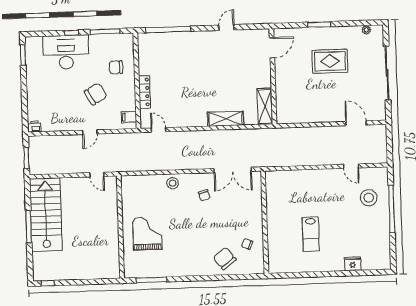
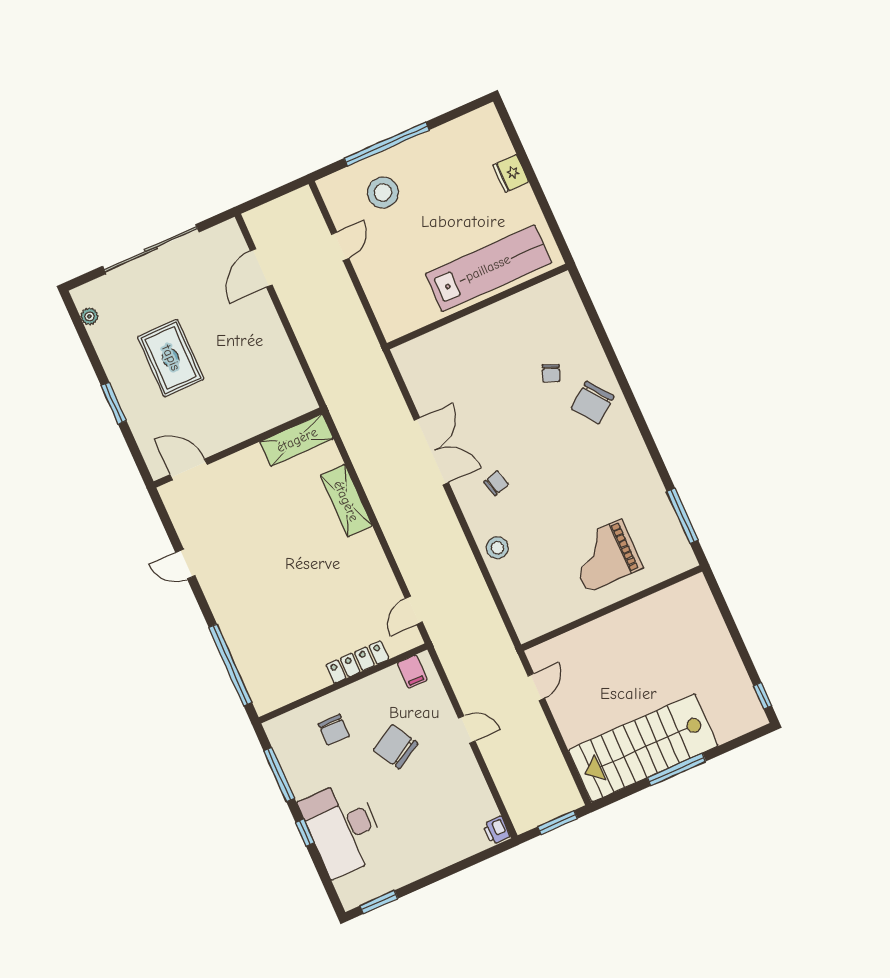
wall: (265, 222) -> (477, 306), moved
lab bench: (311, 234) -> (488, 268), width x1.86, depth x1.39

